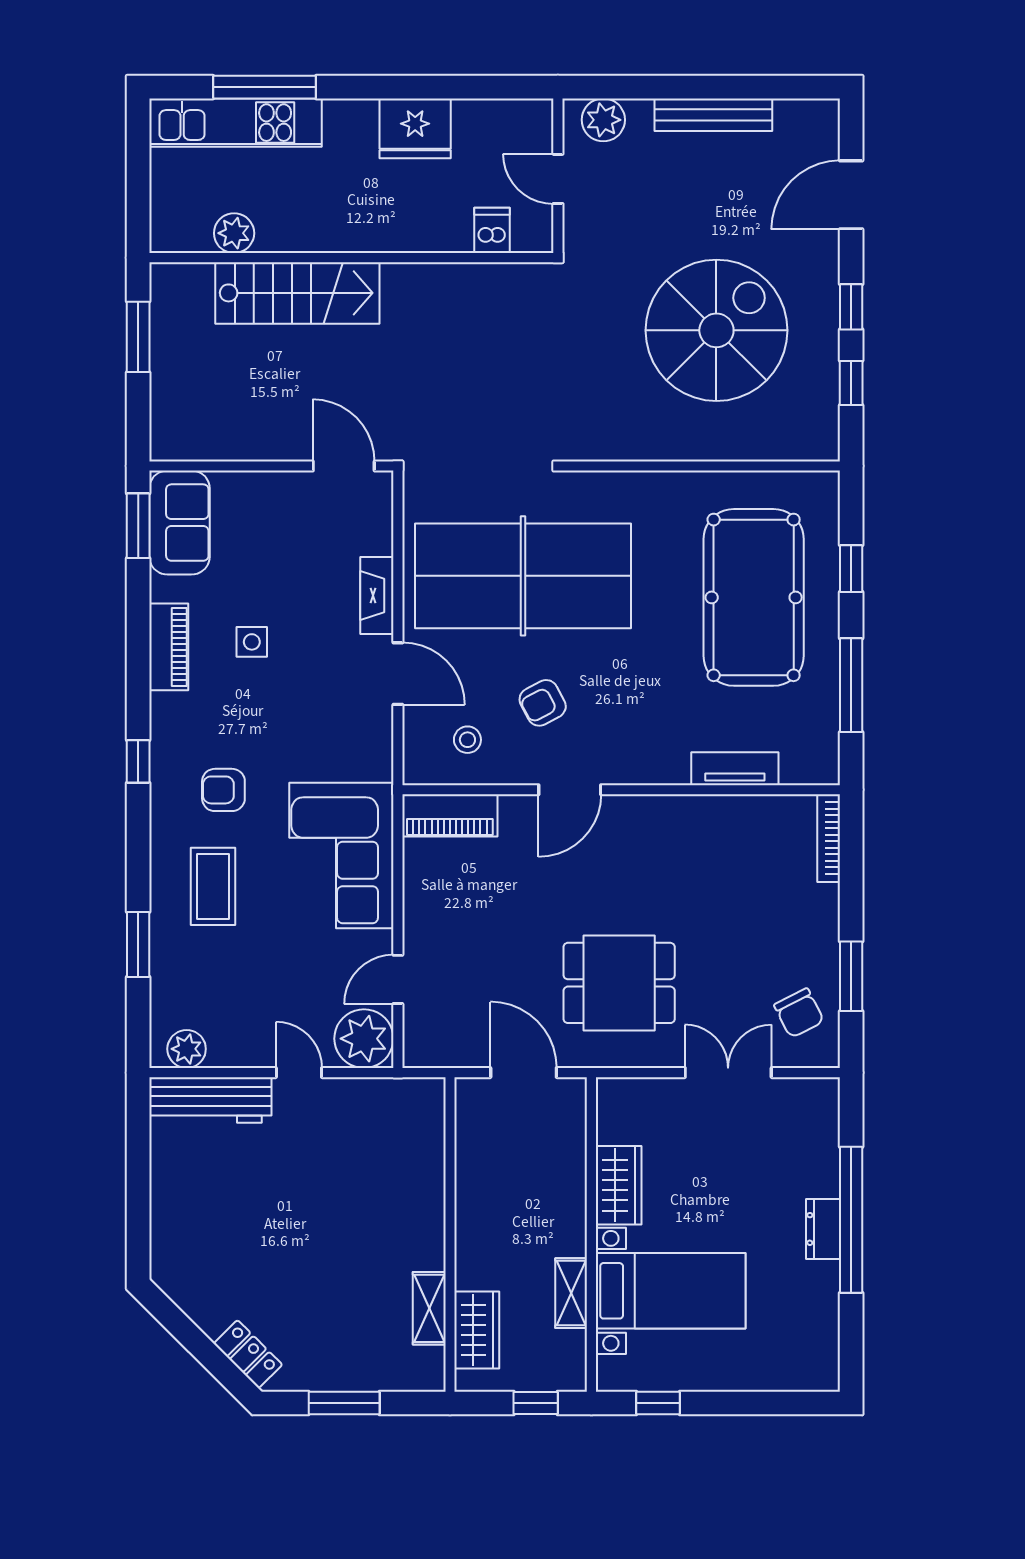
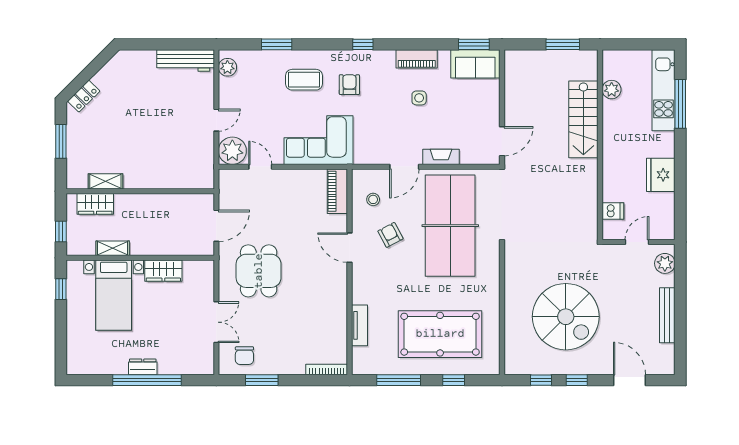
chair: (799, 1013) -> (244, 356), turned -63
workbench: (210, 1100) -> (186, 60), moved, turned -90

